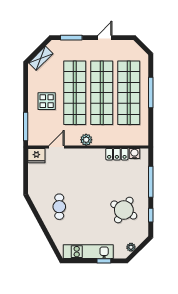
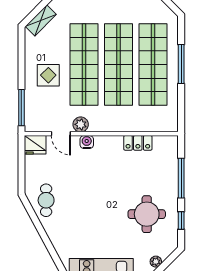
plant: (86, 140) -> (81, 124), moved
door: (57, 147) -> (61, 134), swing flipped
water cooler: (134, 154) -> (87, 142), moved
cafe table: (59, 207) -> (46, 200), moved
round table: (124, 210) -> (147, 214), turned -31

